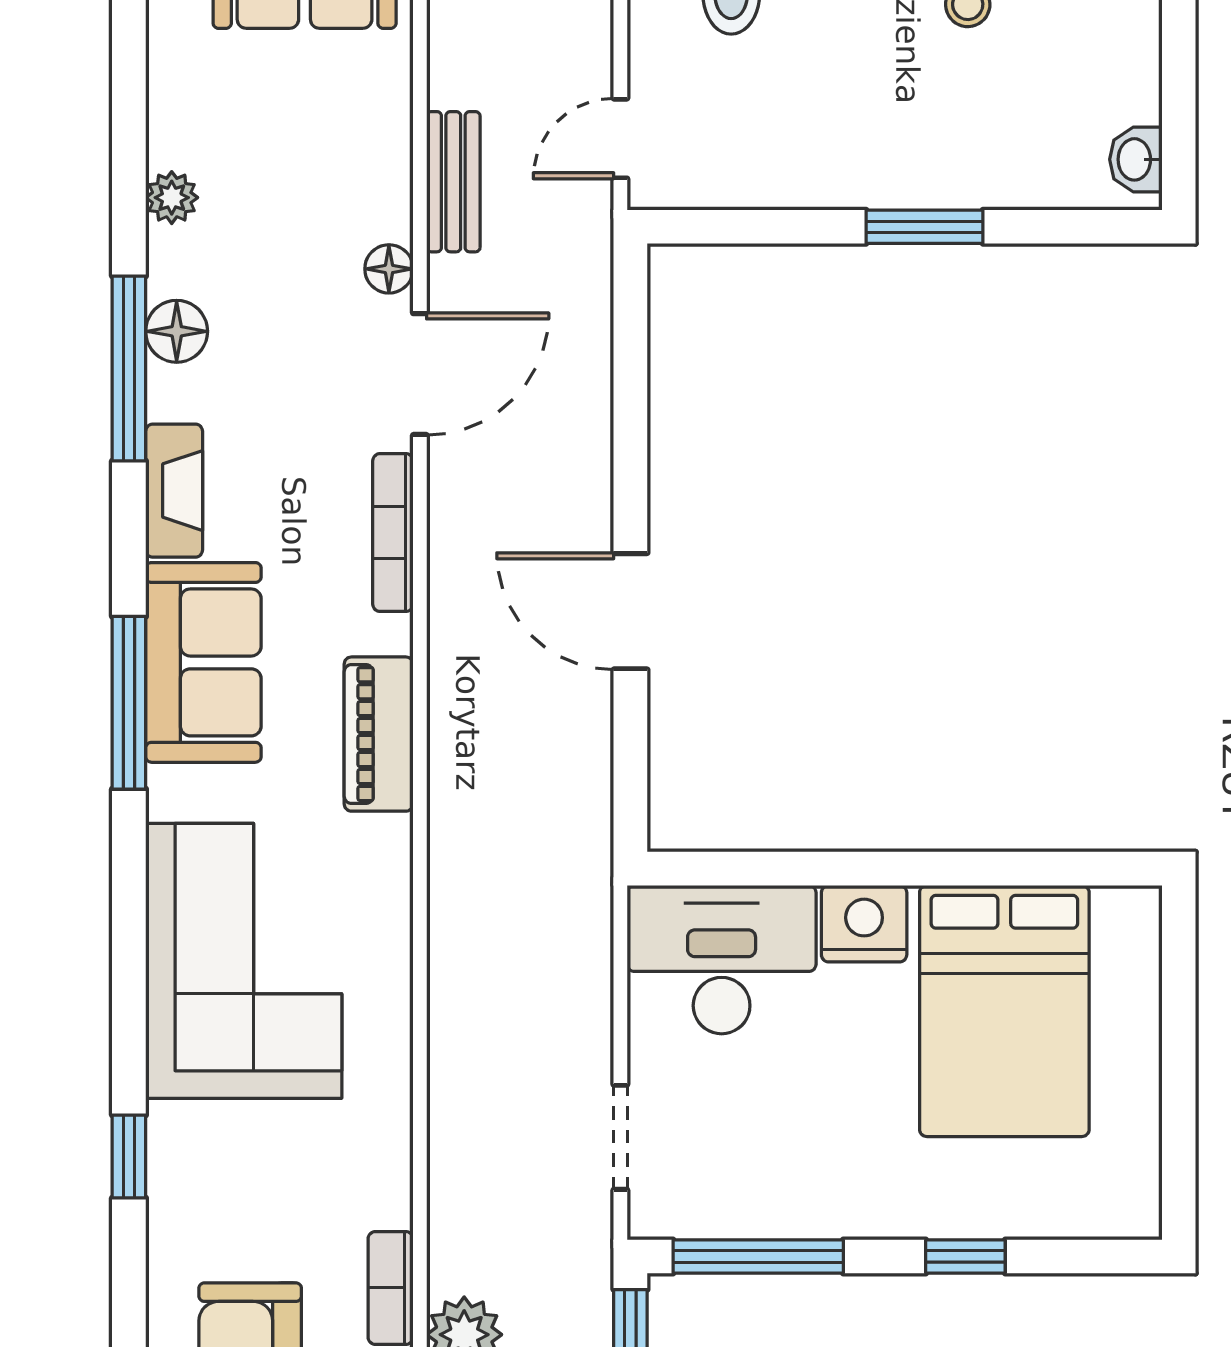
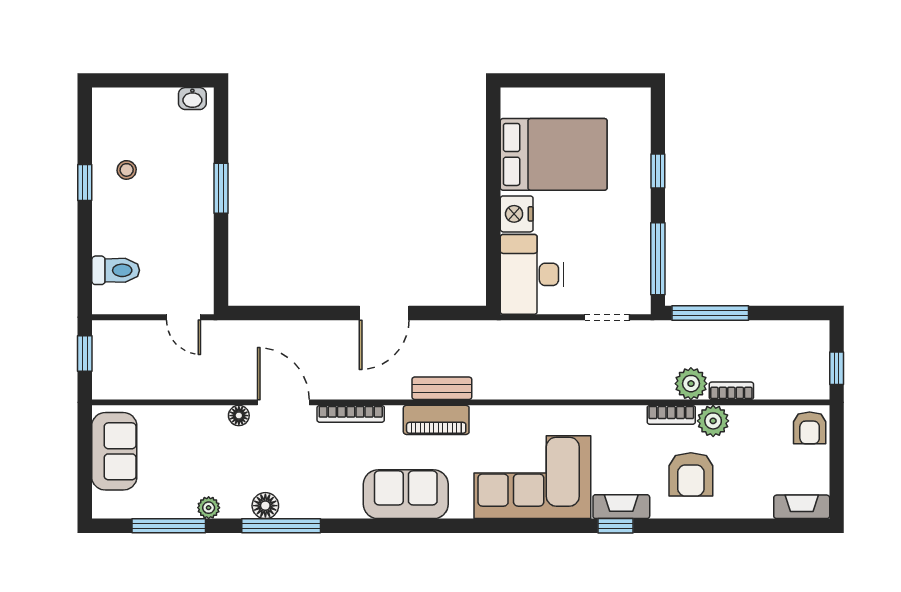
bench: (453, 182) -> (442, 388), moved
fireplace: (174, 491) -> (621, 507), moved
window: (129, 703) -> (169, 526), moved

